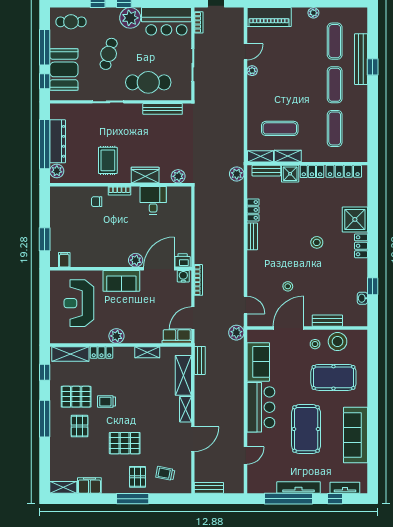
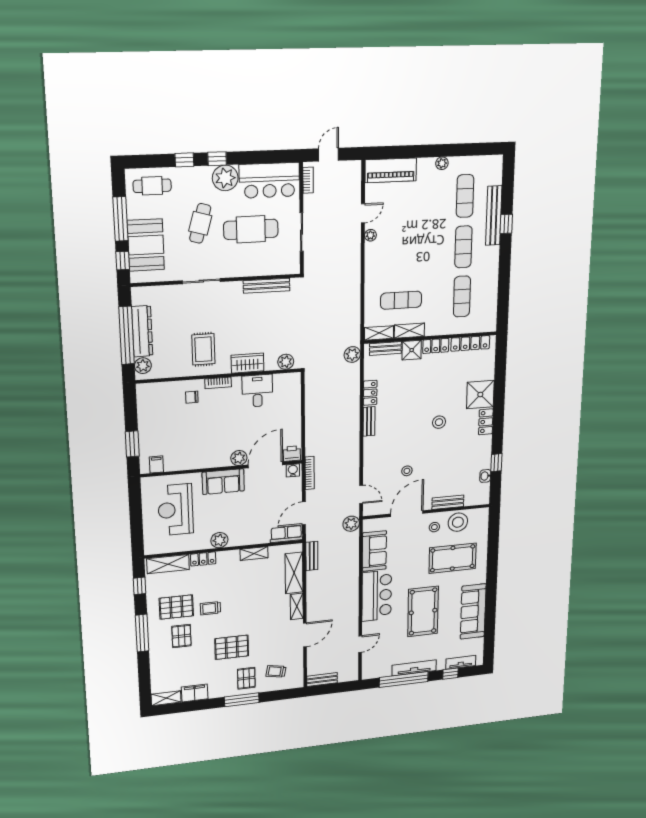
cafe table: (148, 82) -> (251, 229), moved

